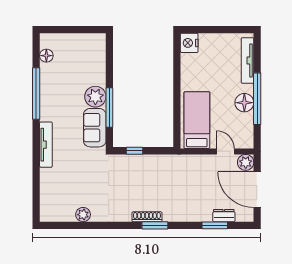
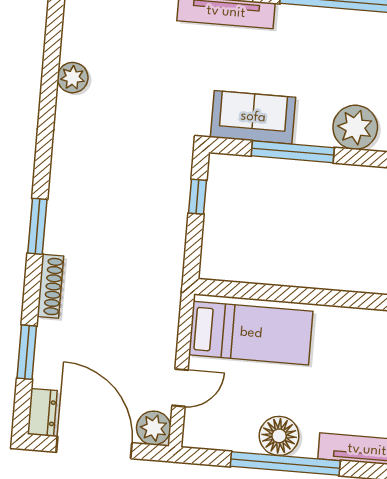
plant: (95, 97) -> (355, 127), moved
door: (257, 190) -> (94, 448), hinge flipped
dresser: (224, 216) -> (42, 412), moved
shoe rack: (147, 217) -> (50, 286), moved

